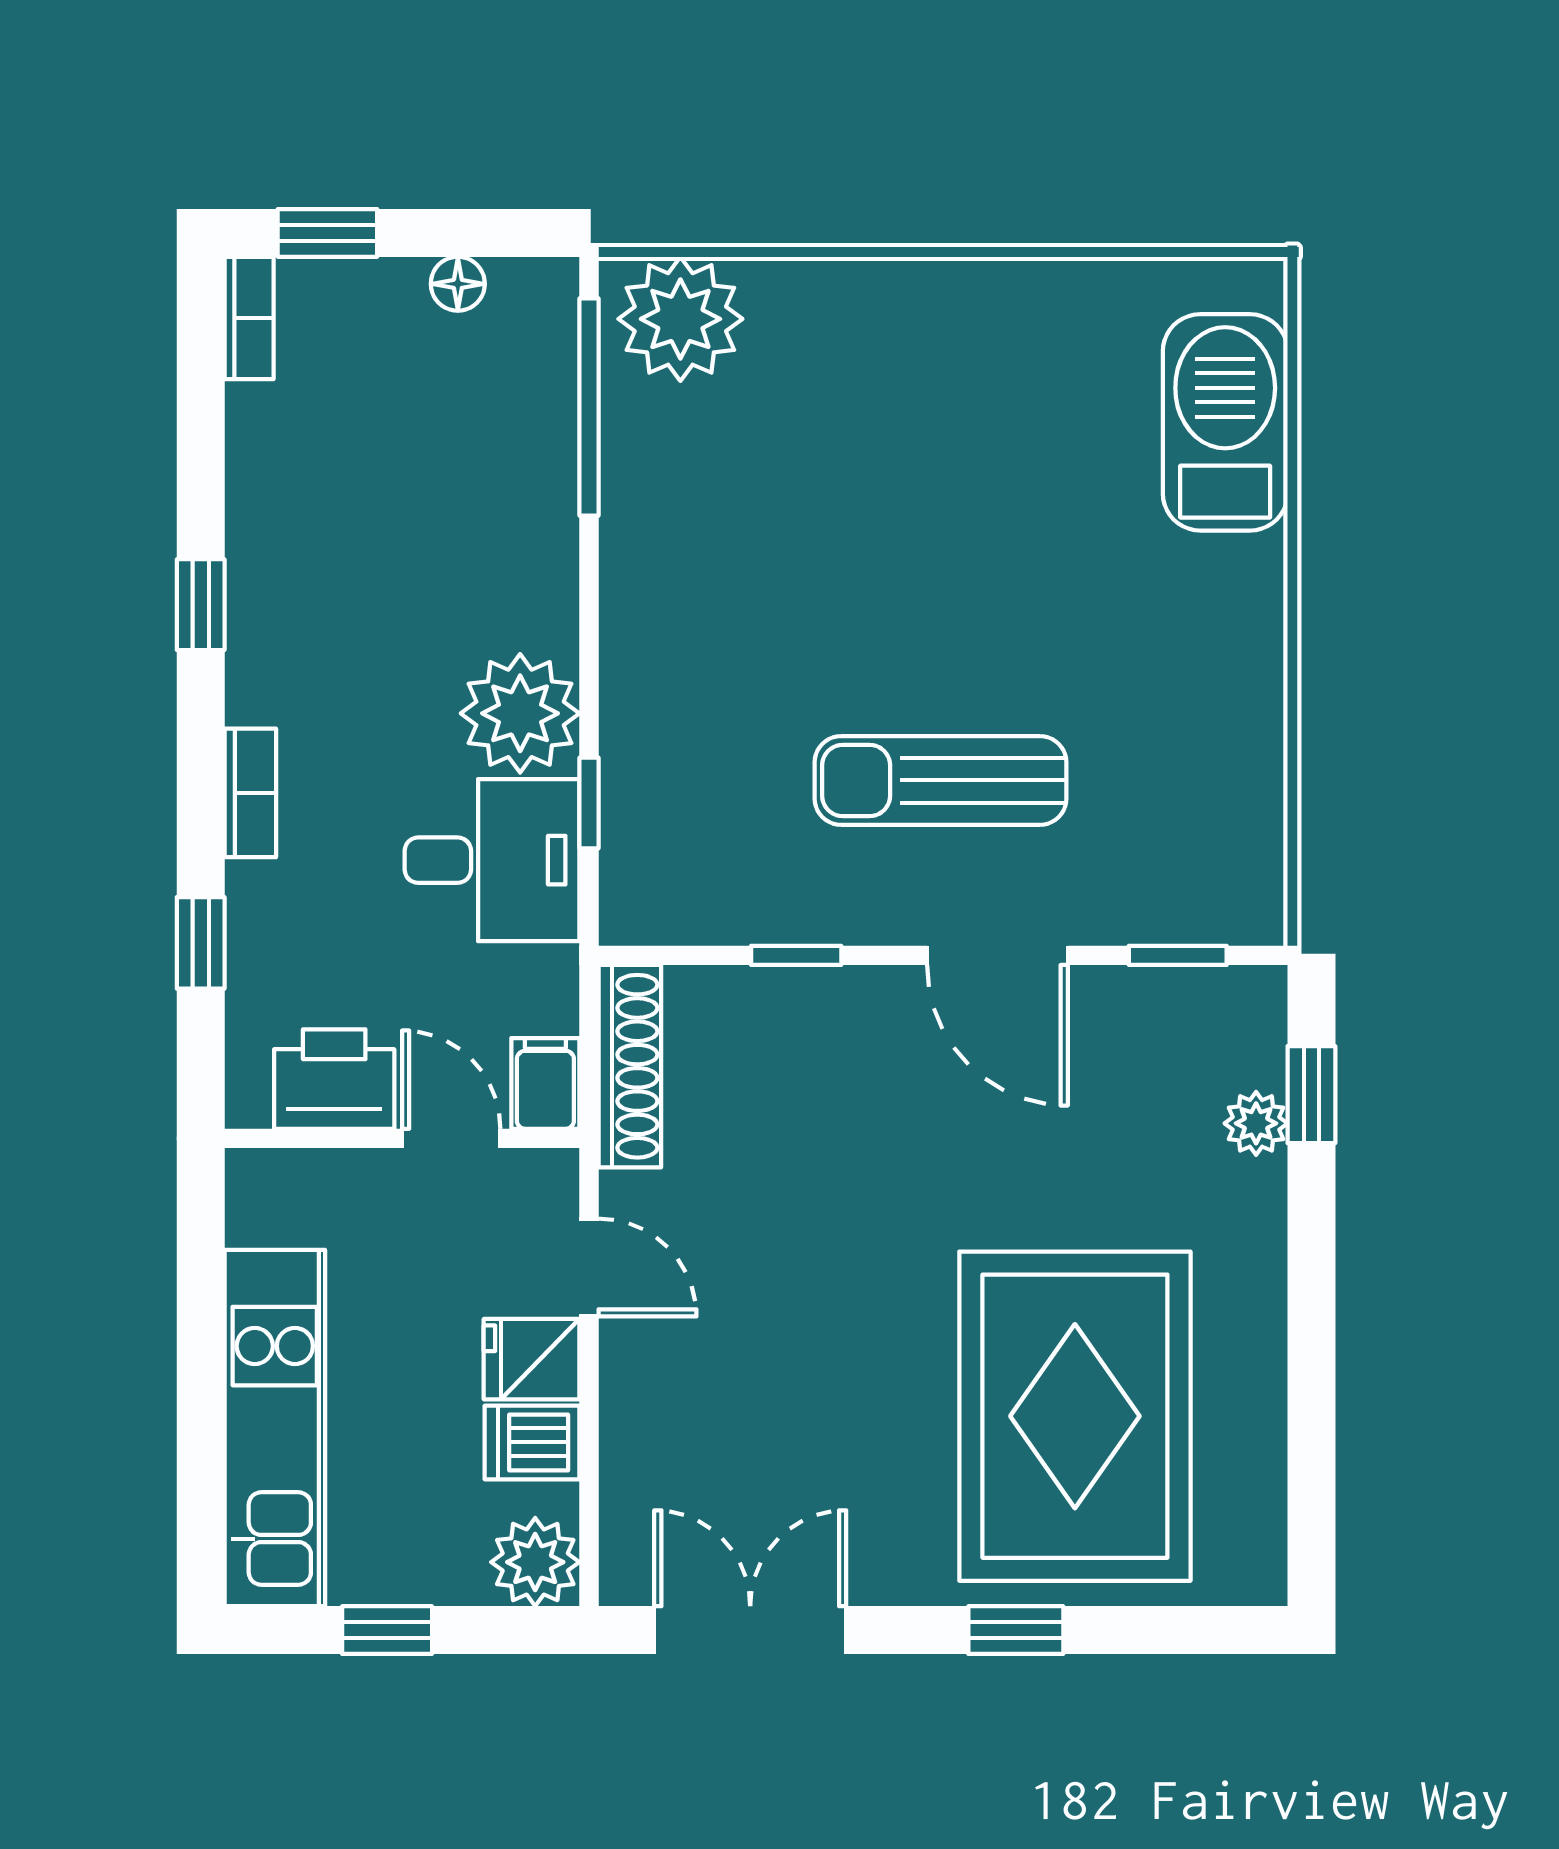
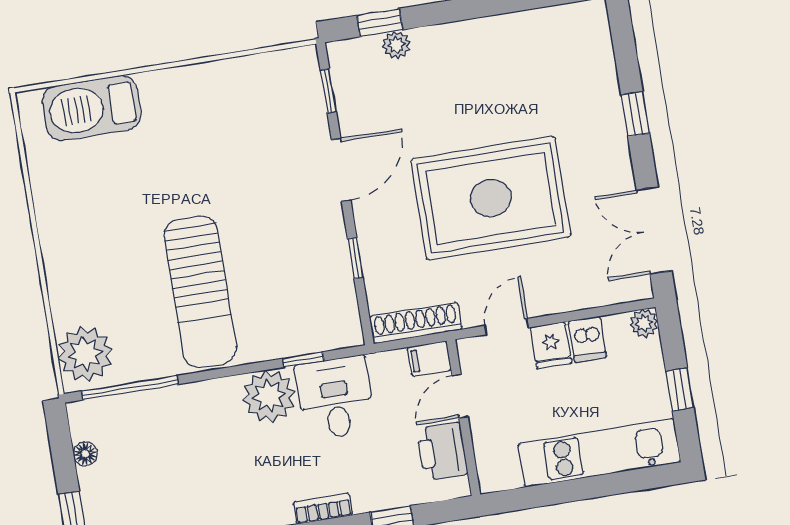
sun lounger: (941, 780) -> (200, 292), moved, width x1.36, depth x1.34
rug: (1075, 1416) -> (491, 198), moved
plant: (535, 1562) -> (644, 323), width x0.73, depth x0.73

